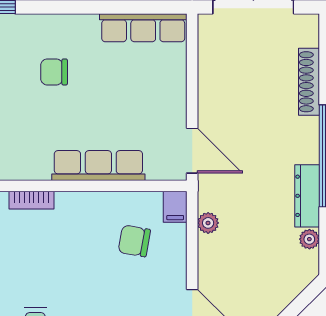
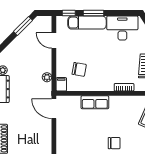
row of seats: (98, 166) -> (95, 102), width x0.68

